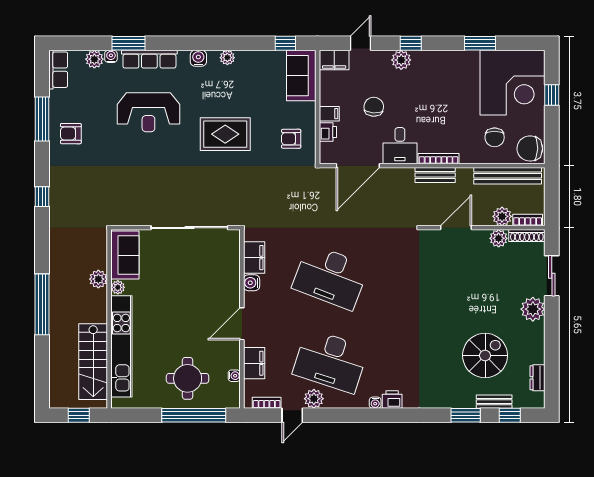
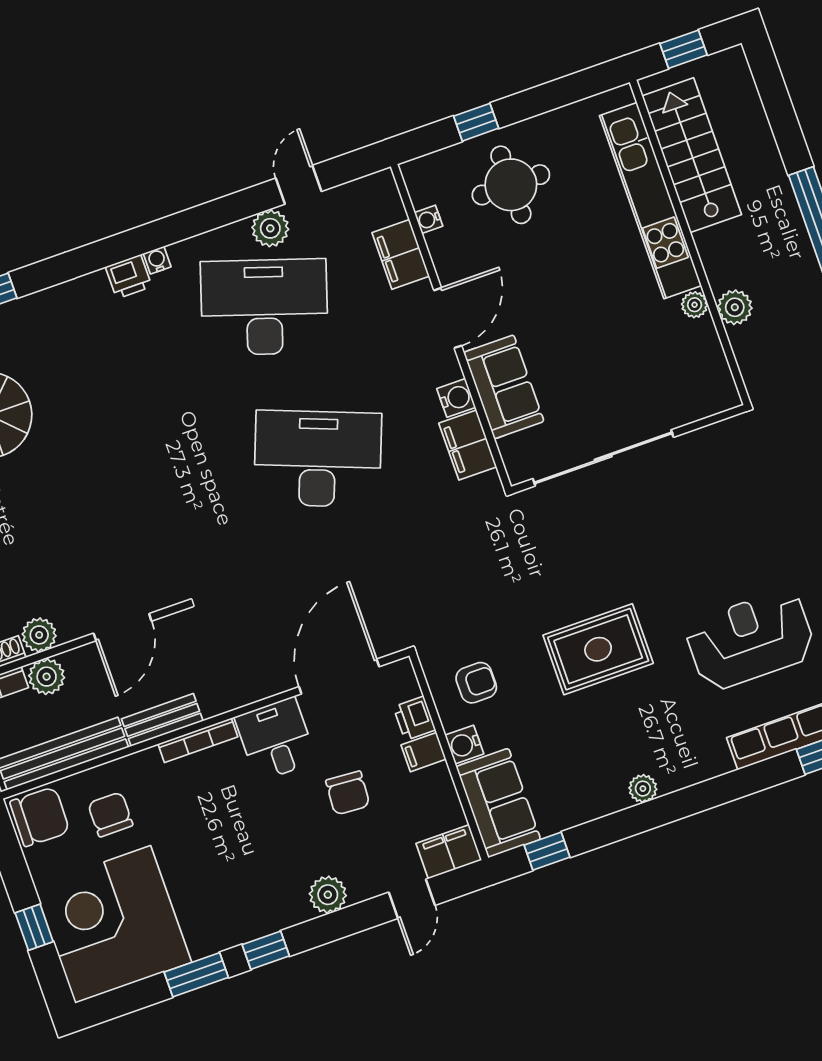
window: (411, 43) -> (266, 950), moved
water cooler: (198, 58) -> (464, 745), moved, turned 90
bench: (435, 175) -> (162, 720), moved
sofa: (125, 255) -> (504, 387), moved, turned 180
bookcase: (267, 403) -> (353, 191), removed
window: (194, 415) -> (476, 122), width x0.32

